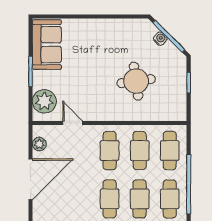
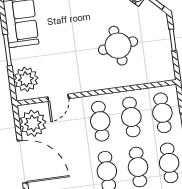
door: (73, 123) -> (58, 98), swing flipped
plant: (39, 144) -> (33, 123), width x1.88, depth x1.88
door: (31, 179) -> (22, 162), hinge flipped

